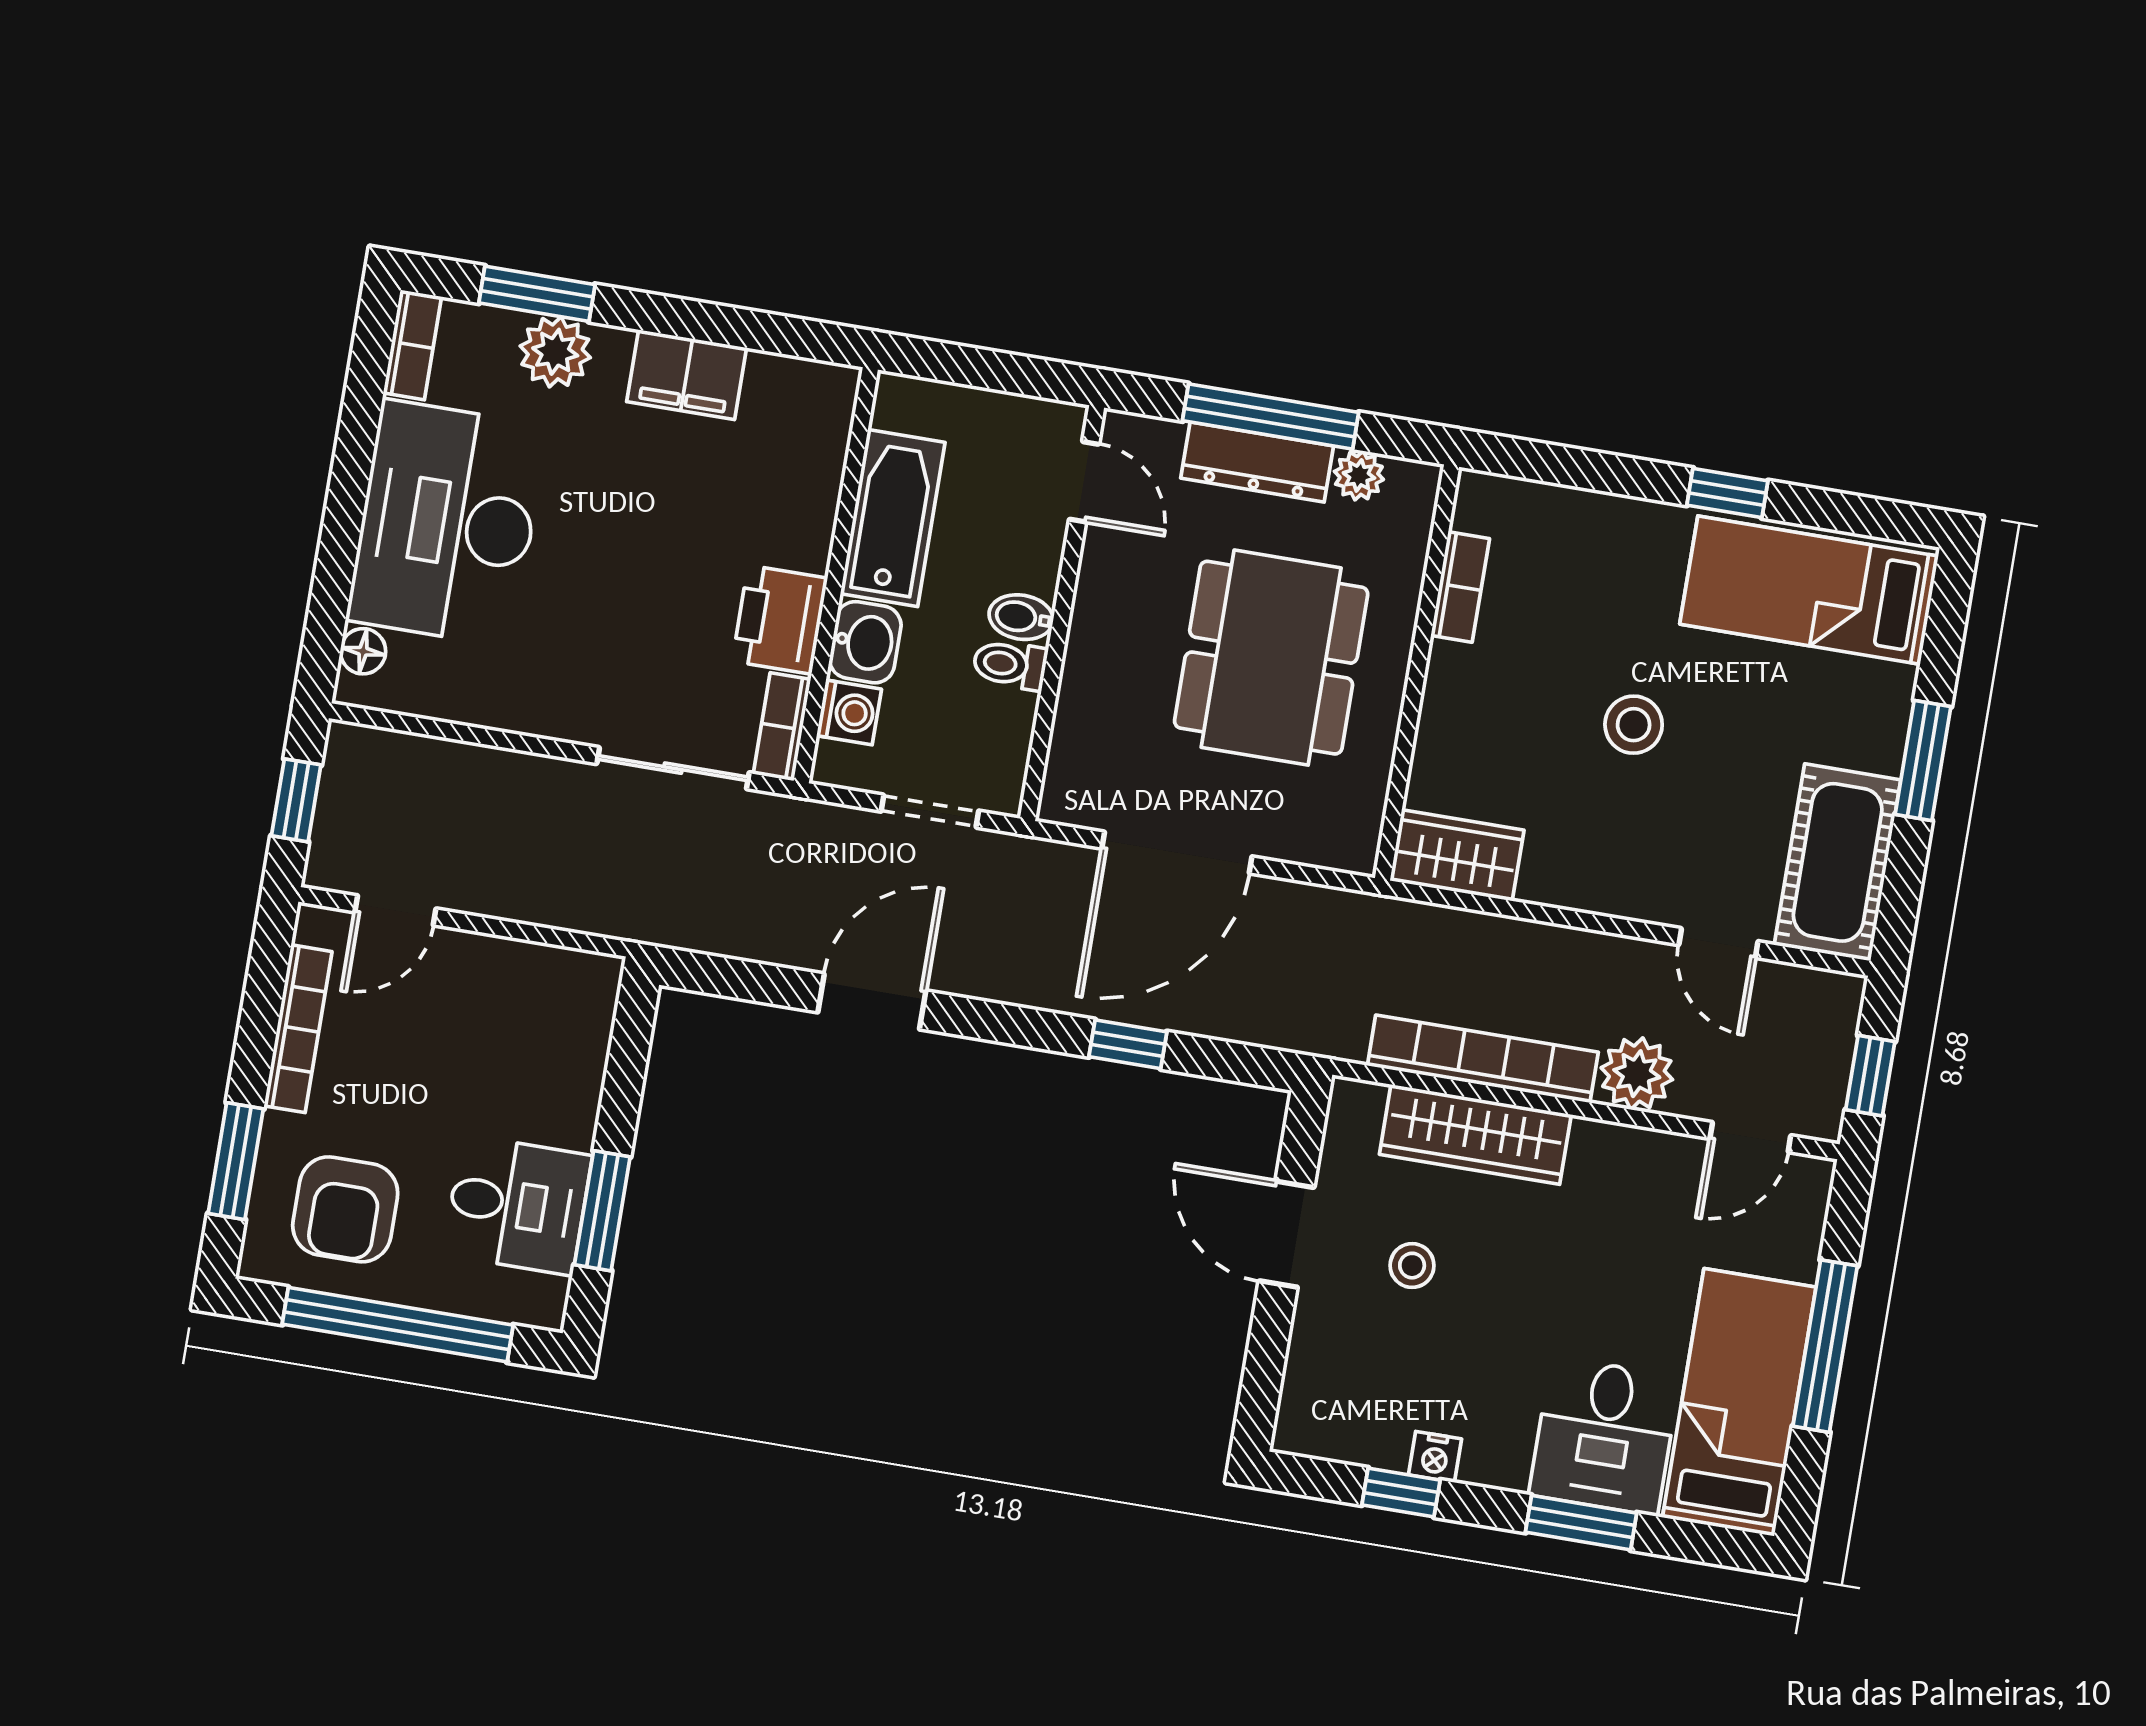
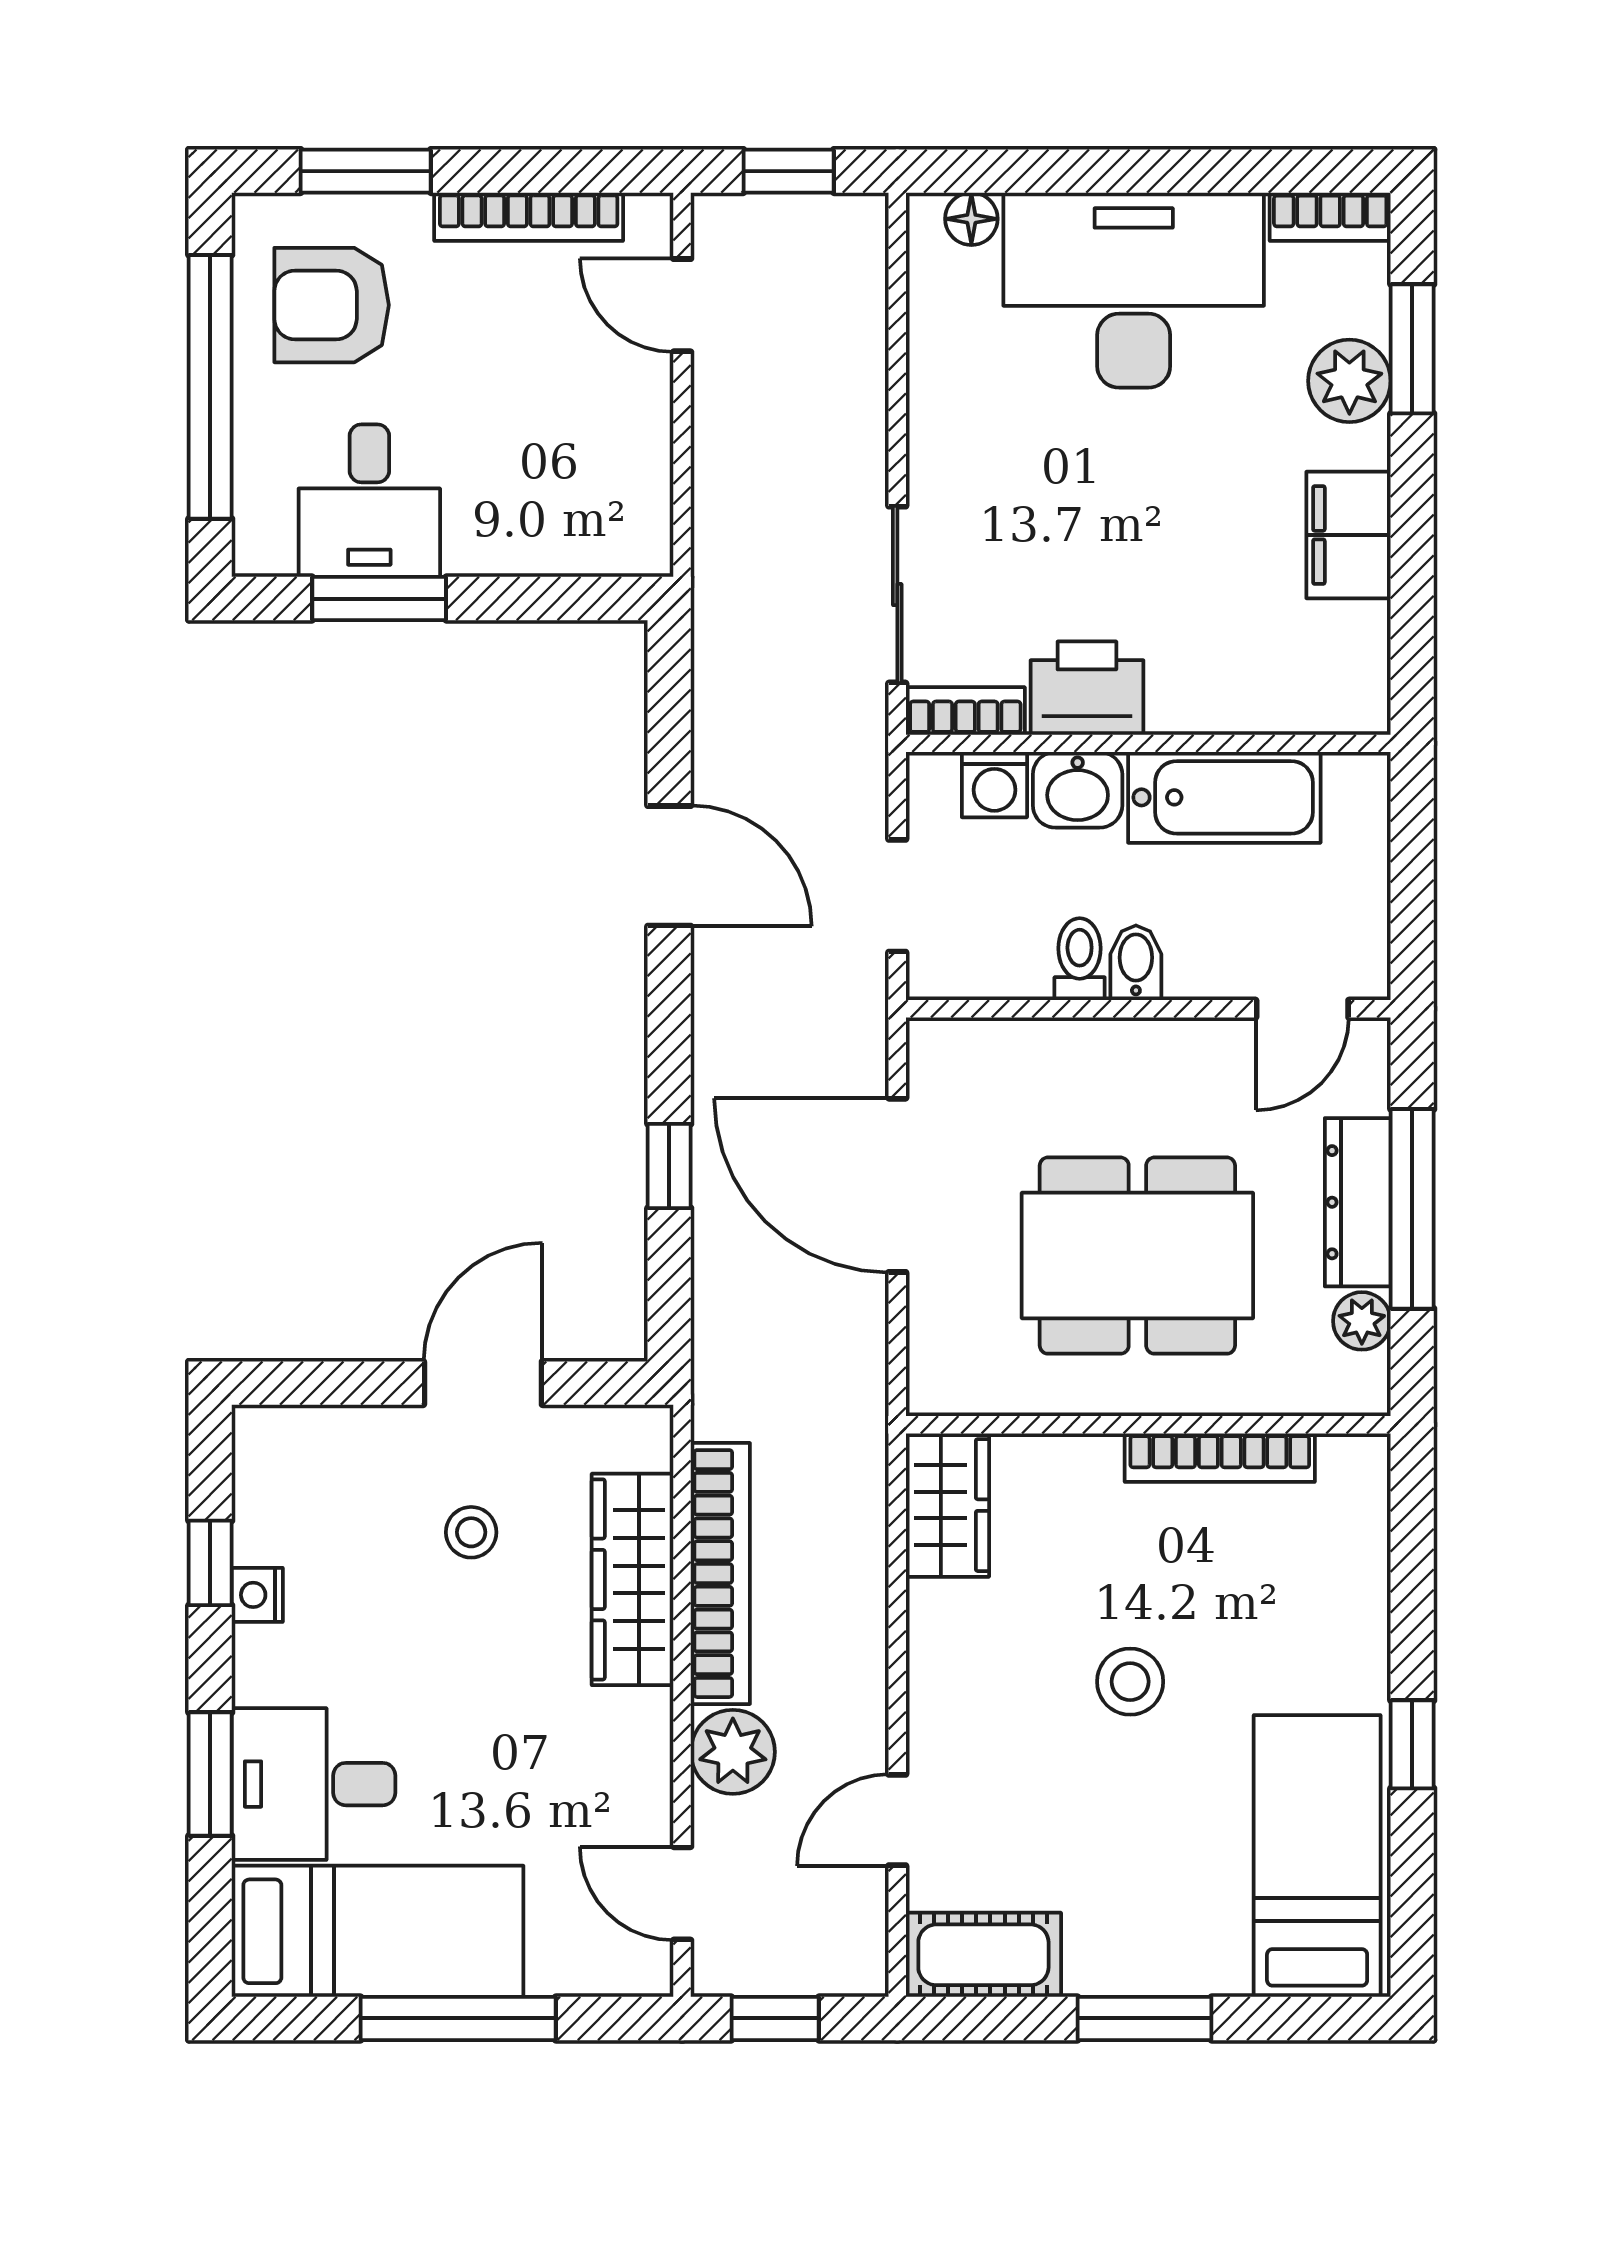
bookcase: (1460, 587) -> (1220, 1458), width x1.56
cot: (1838, 862) -> (983, 1955), width x0.73, depth x0.75

